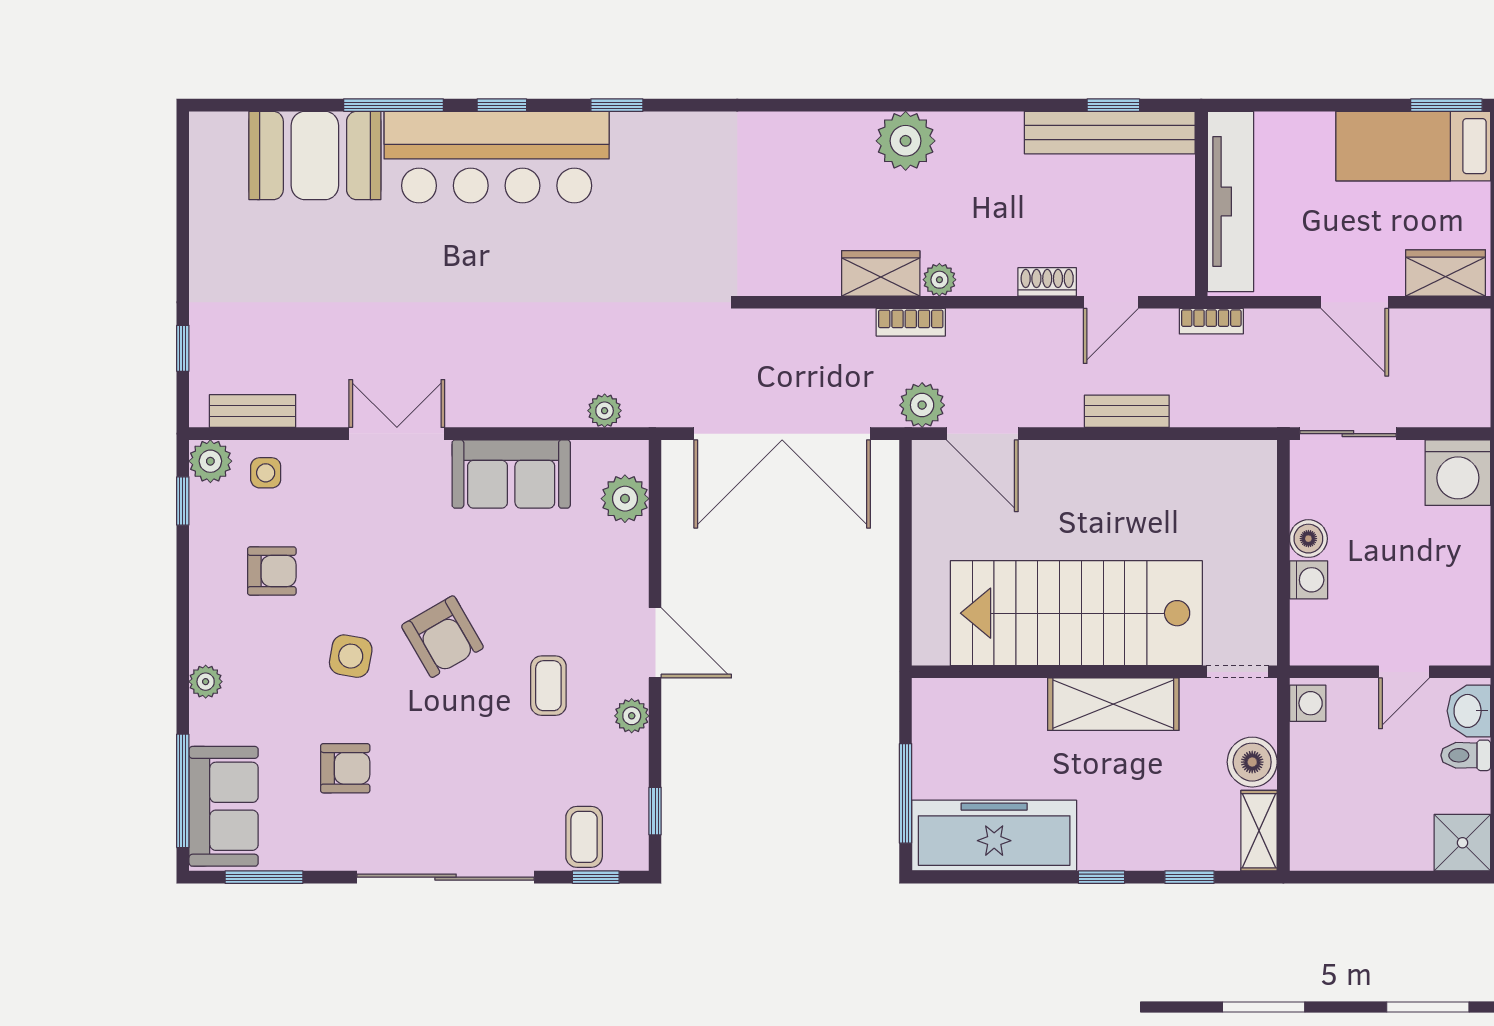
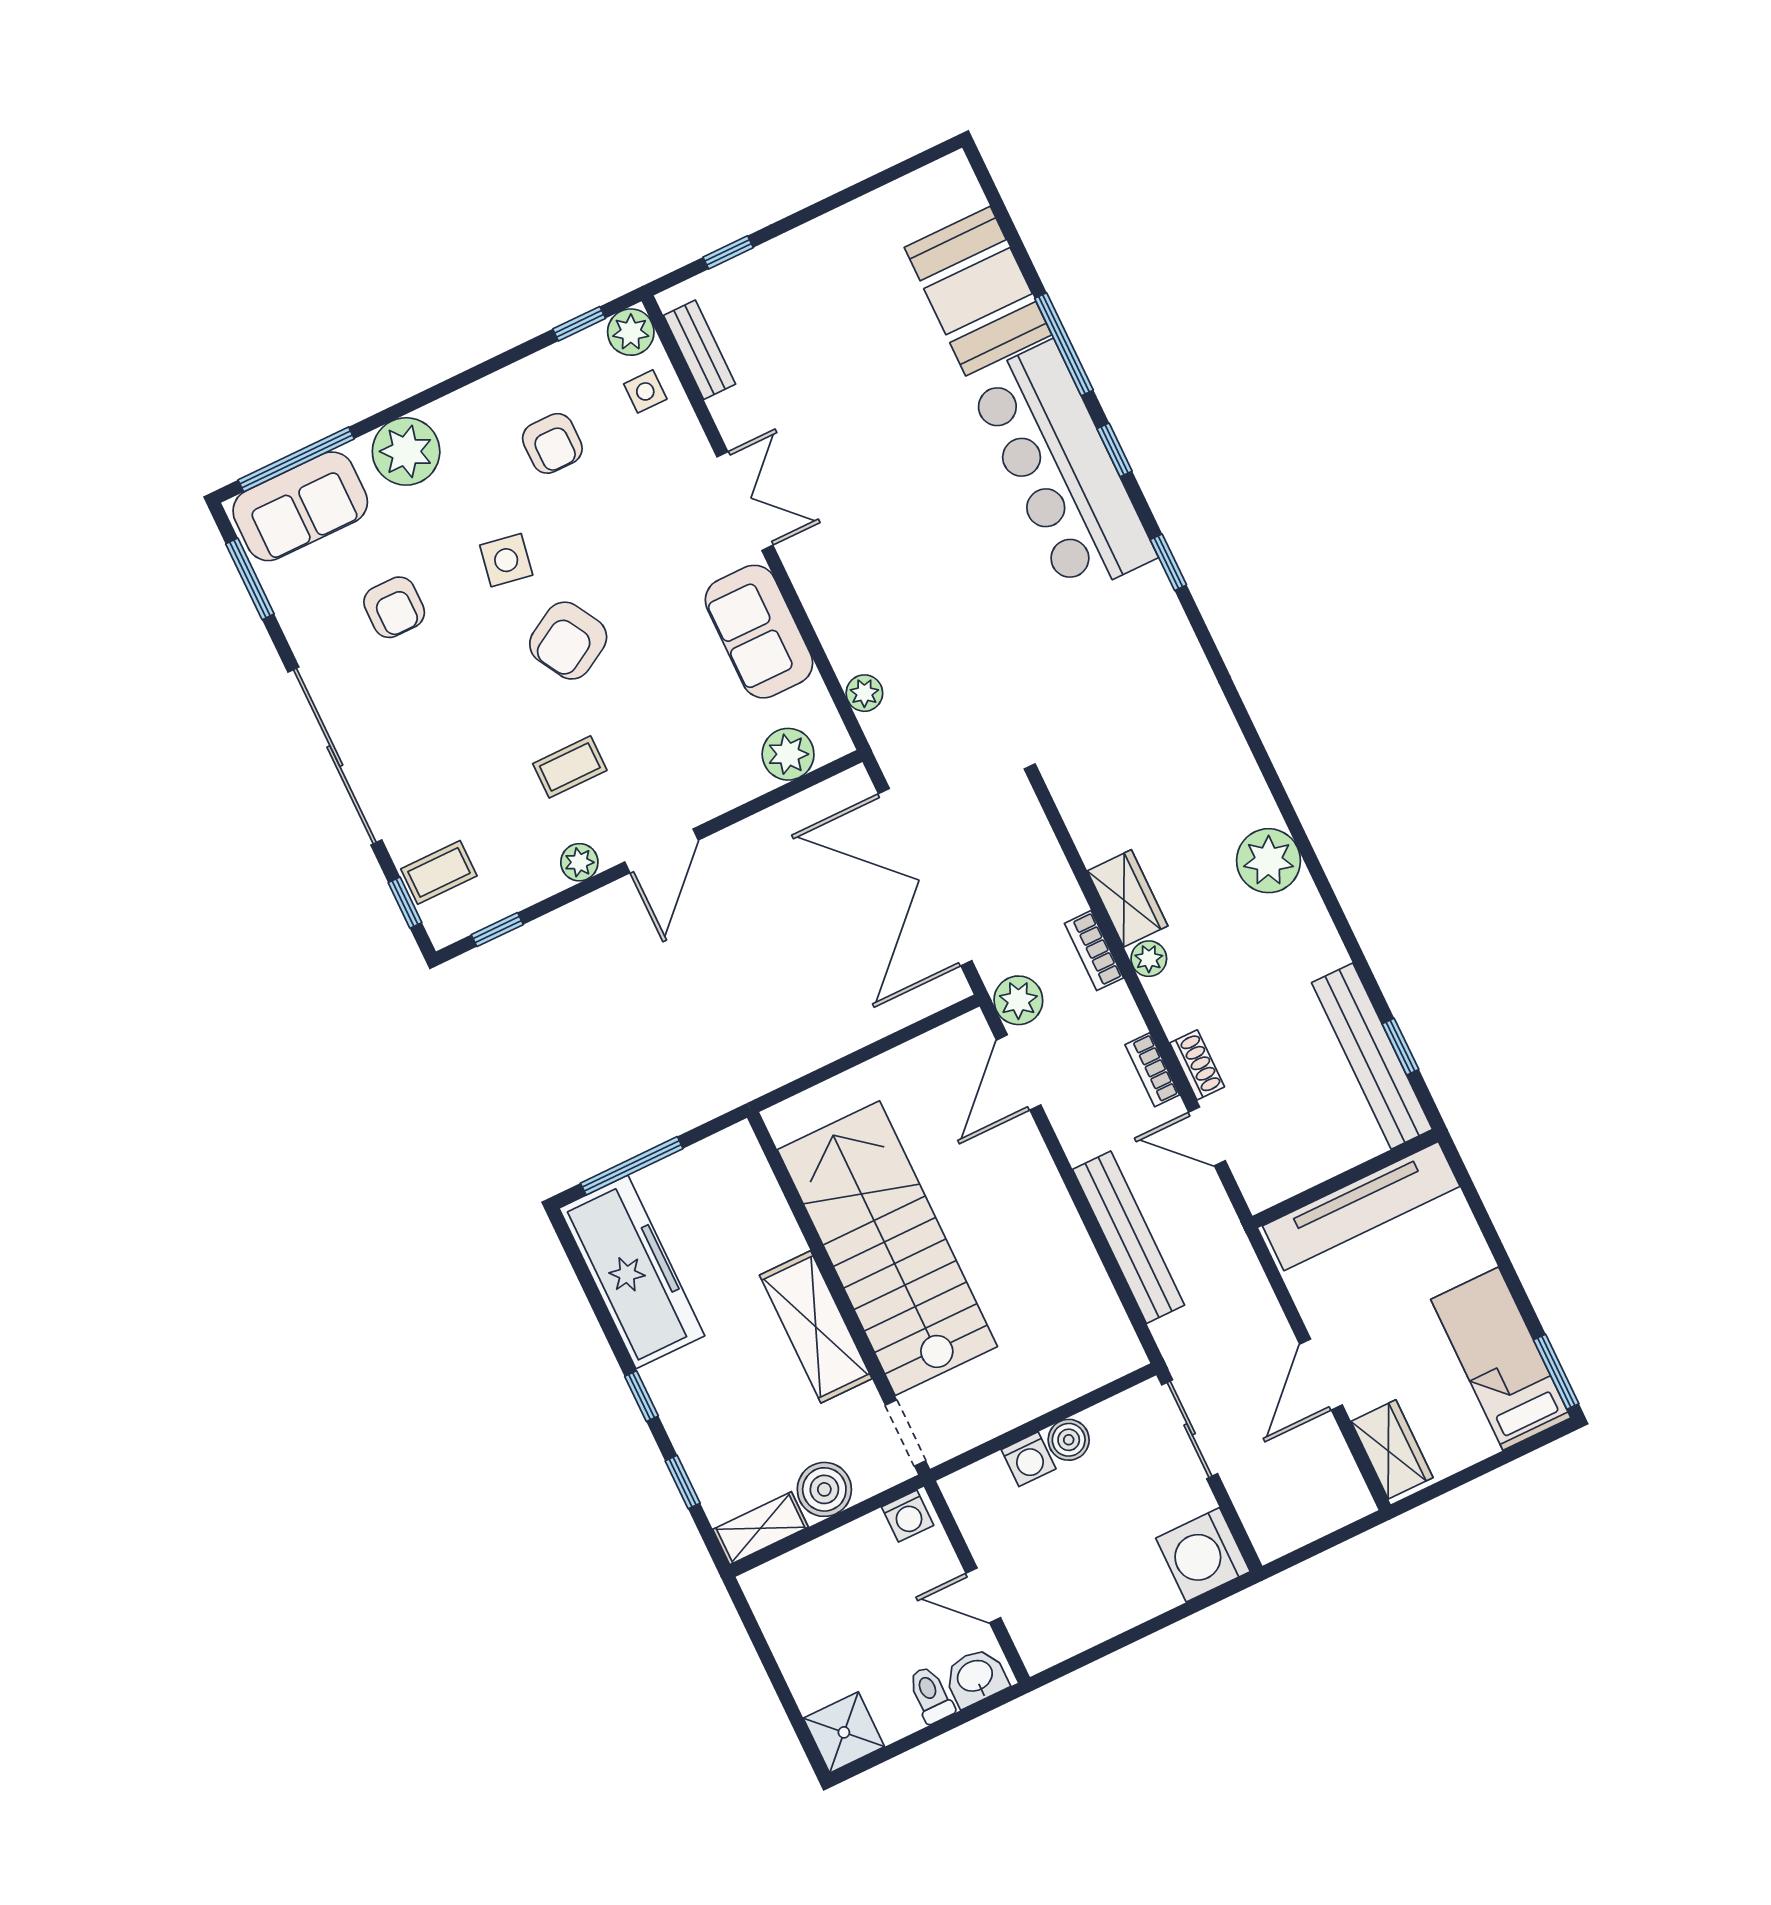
bookcase: (1211, 321) -> (1152, 1070), moved
bench: (1127, 411) -> (1129, 1237), width x1.86, depth x1.21
plant: (206, 682) -> (406, 451), width x1.88, depth x1.88

